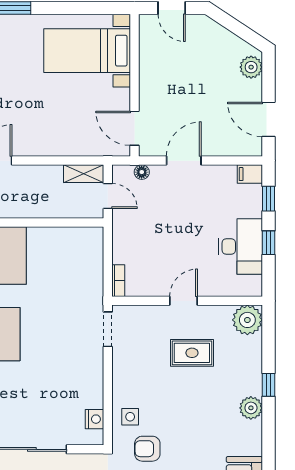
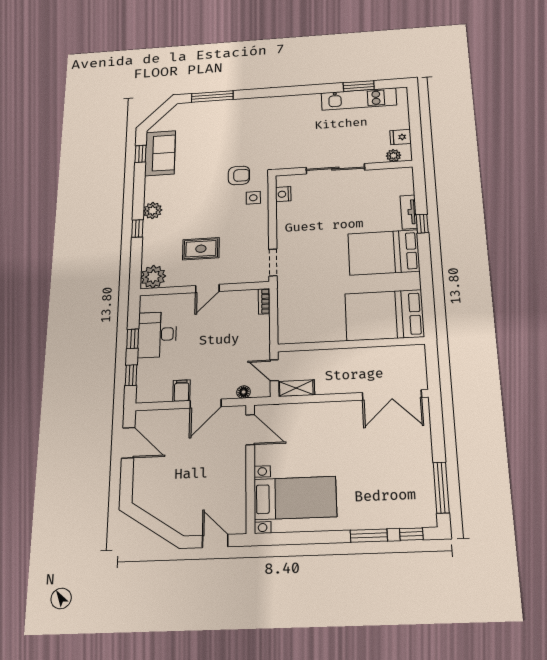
plant: (251, 67) -> (142, 489), removed
filing cabinet: (250, 174) -> (182, 391), moved, turned -90

